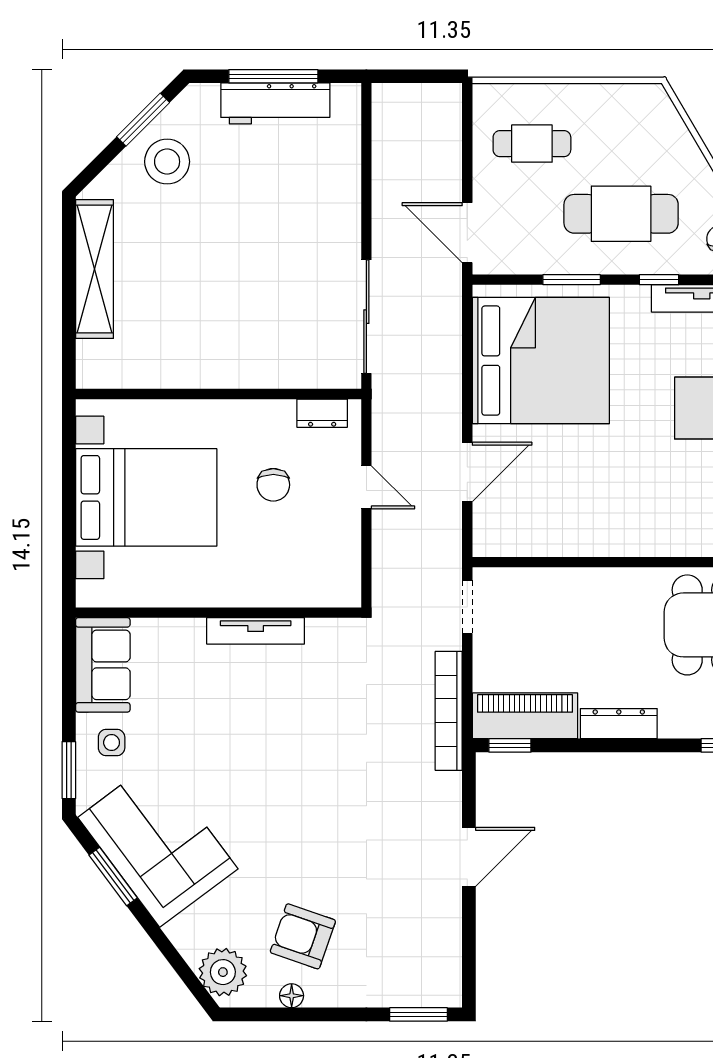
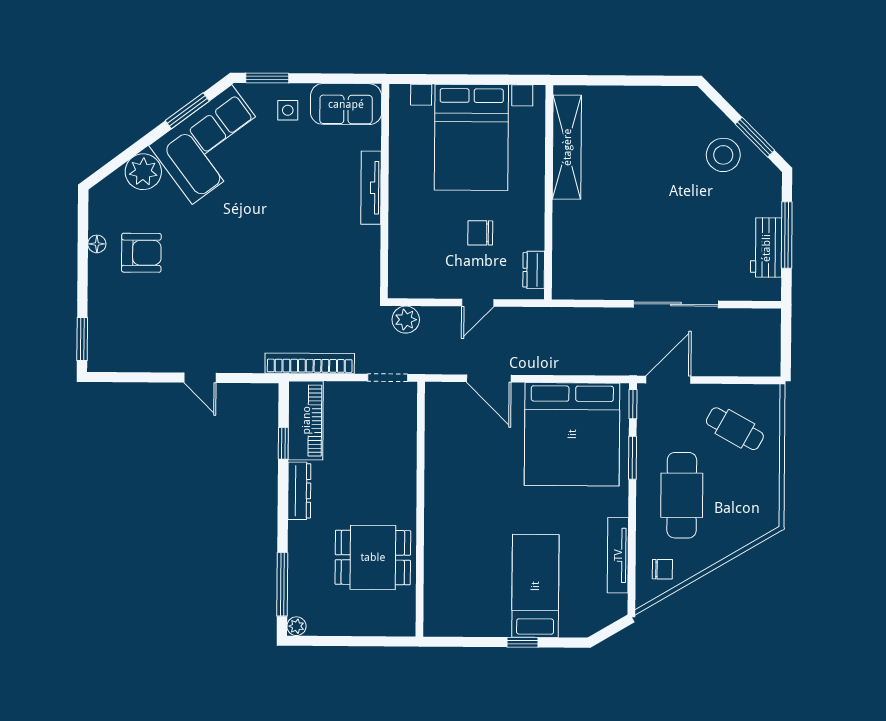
workbench: (275, 103) -> (766, 248), width x0.73
cafe table: (532, 144) -> (735, 429), turned -61
shelving: (94, 269) -> (567, 147), moved, turned 90
window: (659, 280) -> (633, 404), moved
sliding door: (366, 317) -> (676, 304), moved
plant: (390, 583) -> (406, 320), added
tv unit: (256, 631) -> (371, 188), moved
window: (510, 745) -> (283, 443), moved
door: (469, 857) -> (200, 378), width x0.73
armchair: (303, 936) -> (141, 253), turned 71
plant: (223, 972) -> (143, 172), moved

